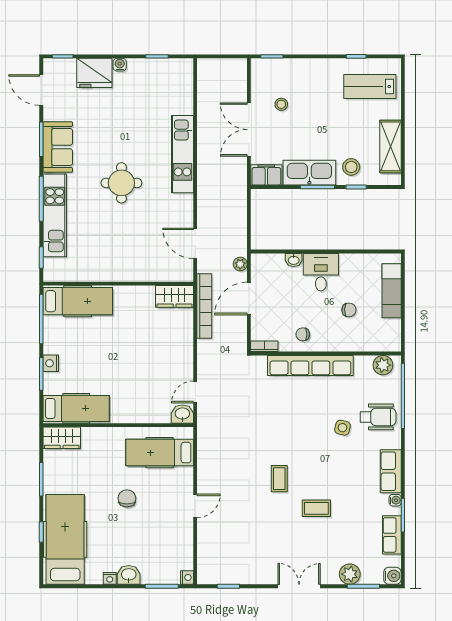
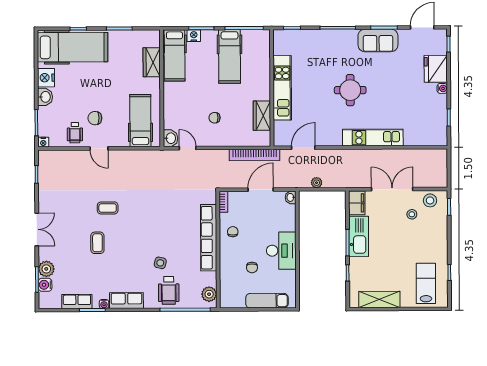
stool: (351, 167) -> (430, 200), moved
kitchen unit: (55, 215) -> (282, 88), moved, turned -90
washbasin: (294, 260) -> (291, 197), moved
plant: (240, 264) -> (317, 183), moved
desk: (321, 272) -> (281, 251), width x1.37
wardrobe: (175, 296) -> (262, 116), moved
door: (249, 298) -> (261, 190), hinge flipped
hospital bed: (78, 301) -> (230, 56), moved
chair: (156, 357) -> (215, 118), added
nightstand: (51, 363) -> (194, 36), moved
wardrobe: (62, 438) -> (152, 62), moved
coffee table: (279, 479) -> (108, 208), moved
chair: (127, 498) -> (95, 118), moved, turned 180
wheelchair: (175, 537) -> (75, 133), added
water cooler: (392, 576) -> (45, 285), moved, turned 90
nightstand: (110, 578) -> (46, 78), width x1.89, depth x1.79

